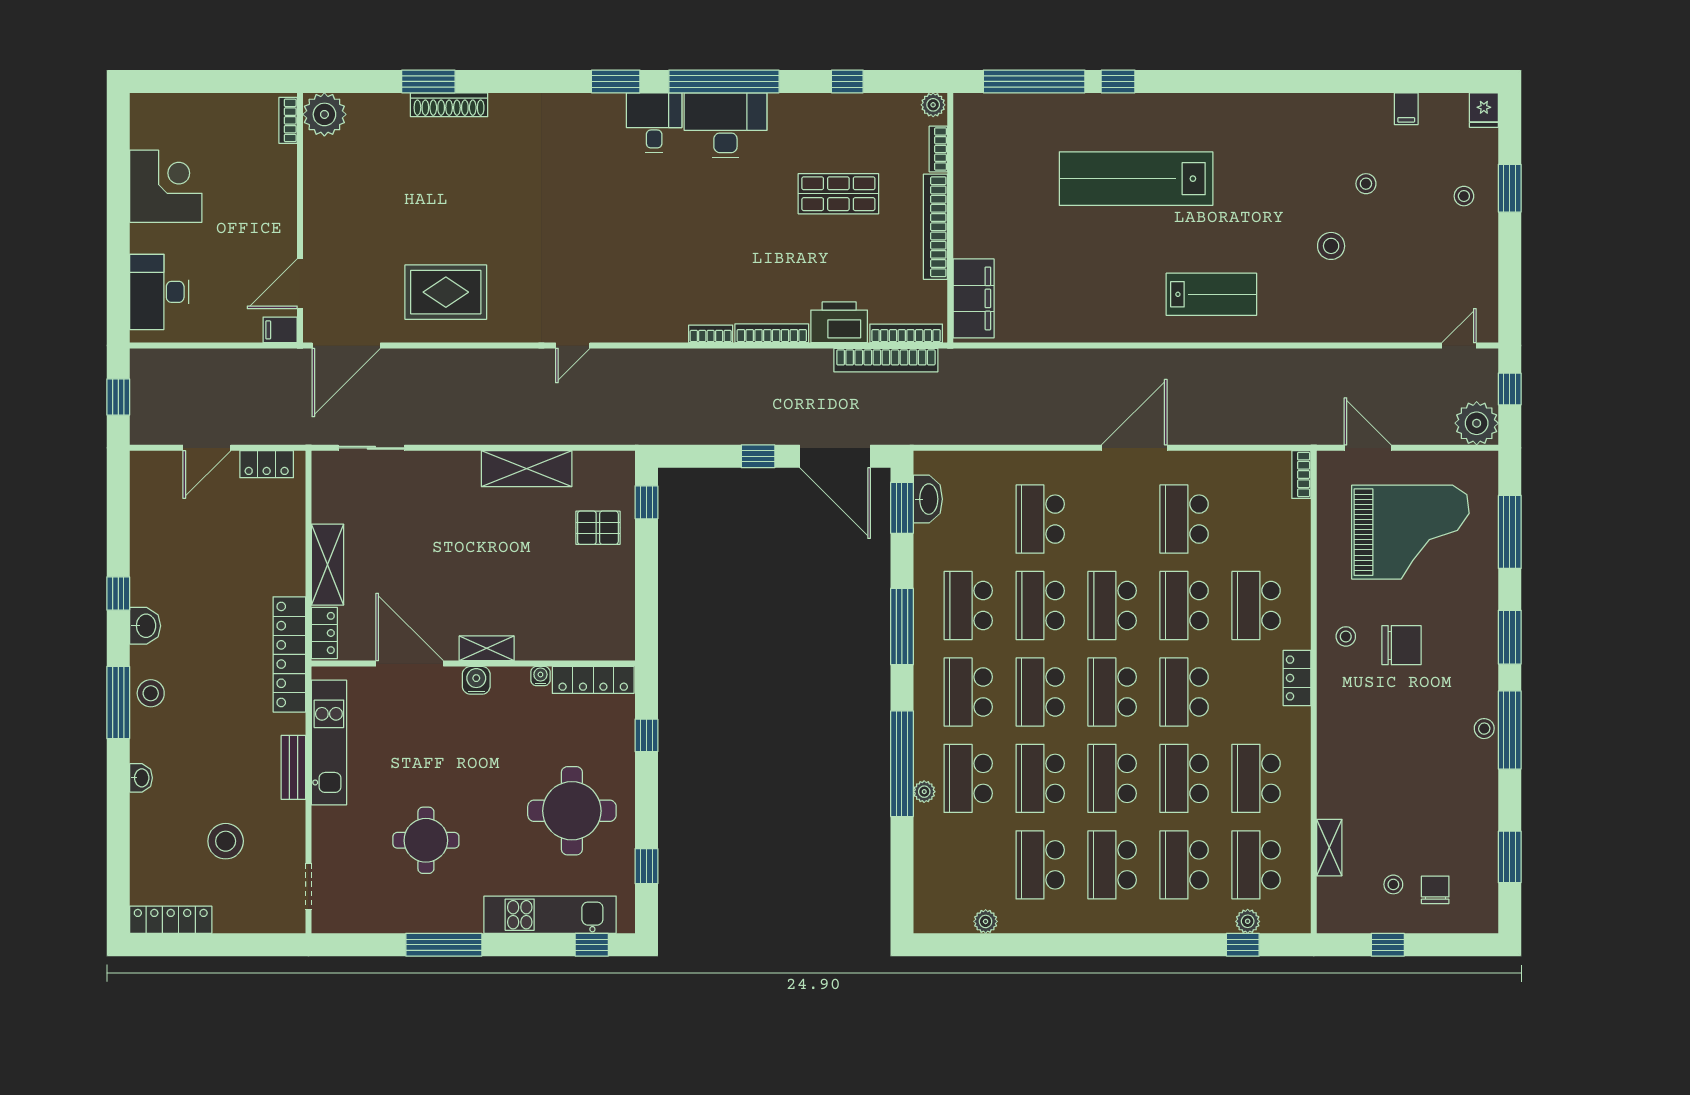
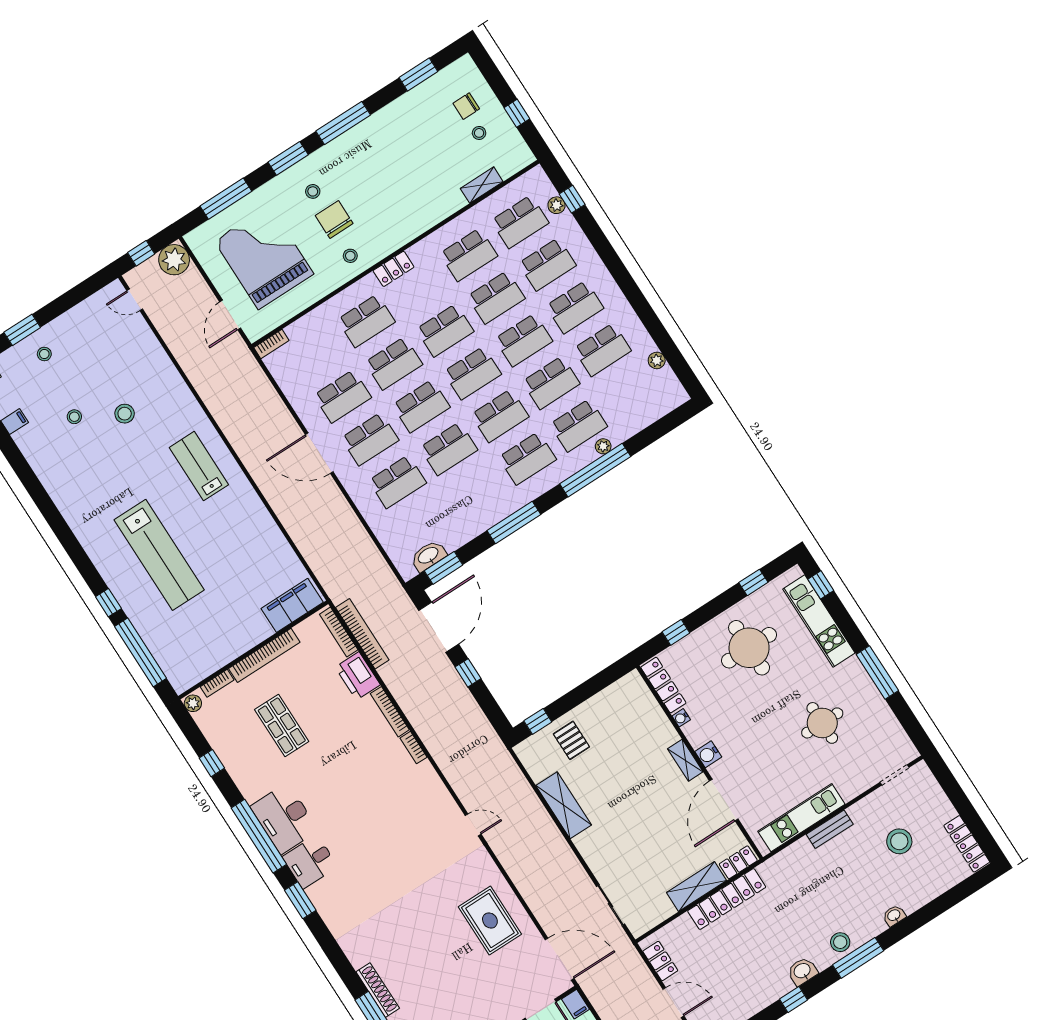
school desk: (968, 606) -> (370, 439), moved
locker: (289, 654) -> (727, 899), moved
stool: (1484, 729) -> (313, 191), moved

